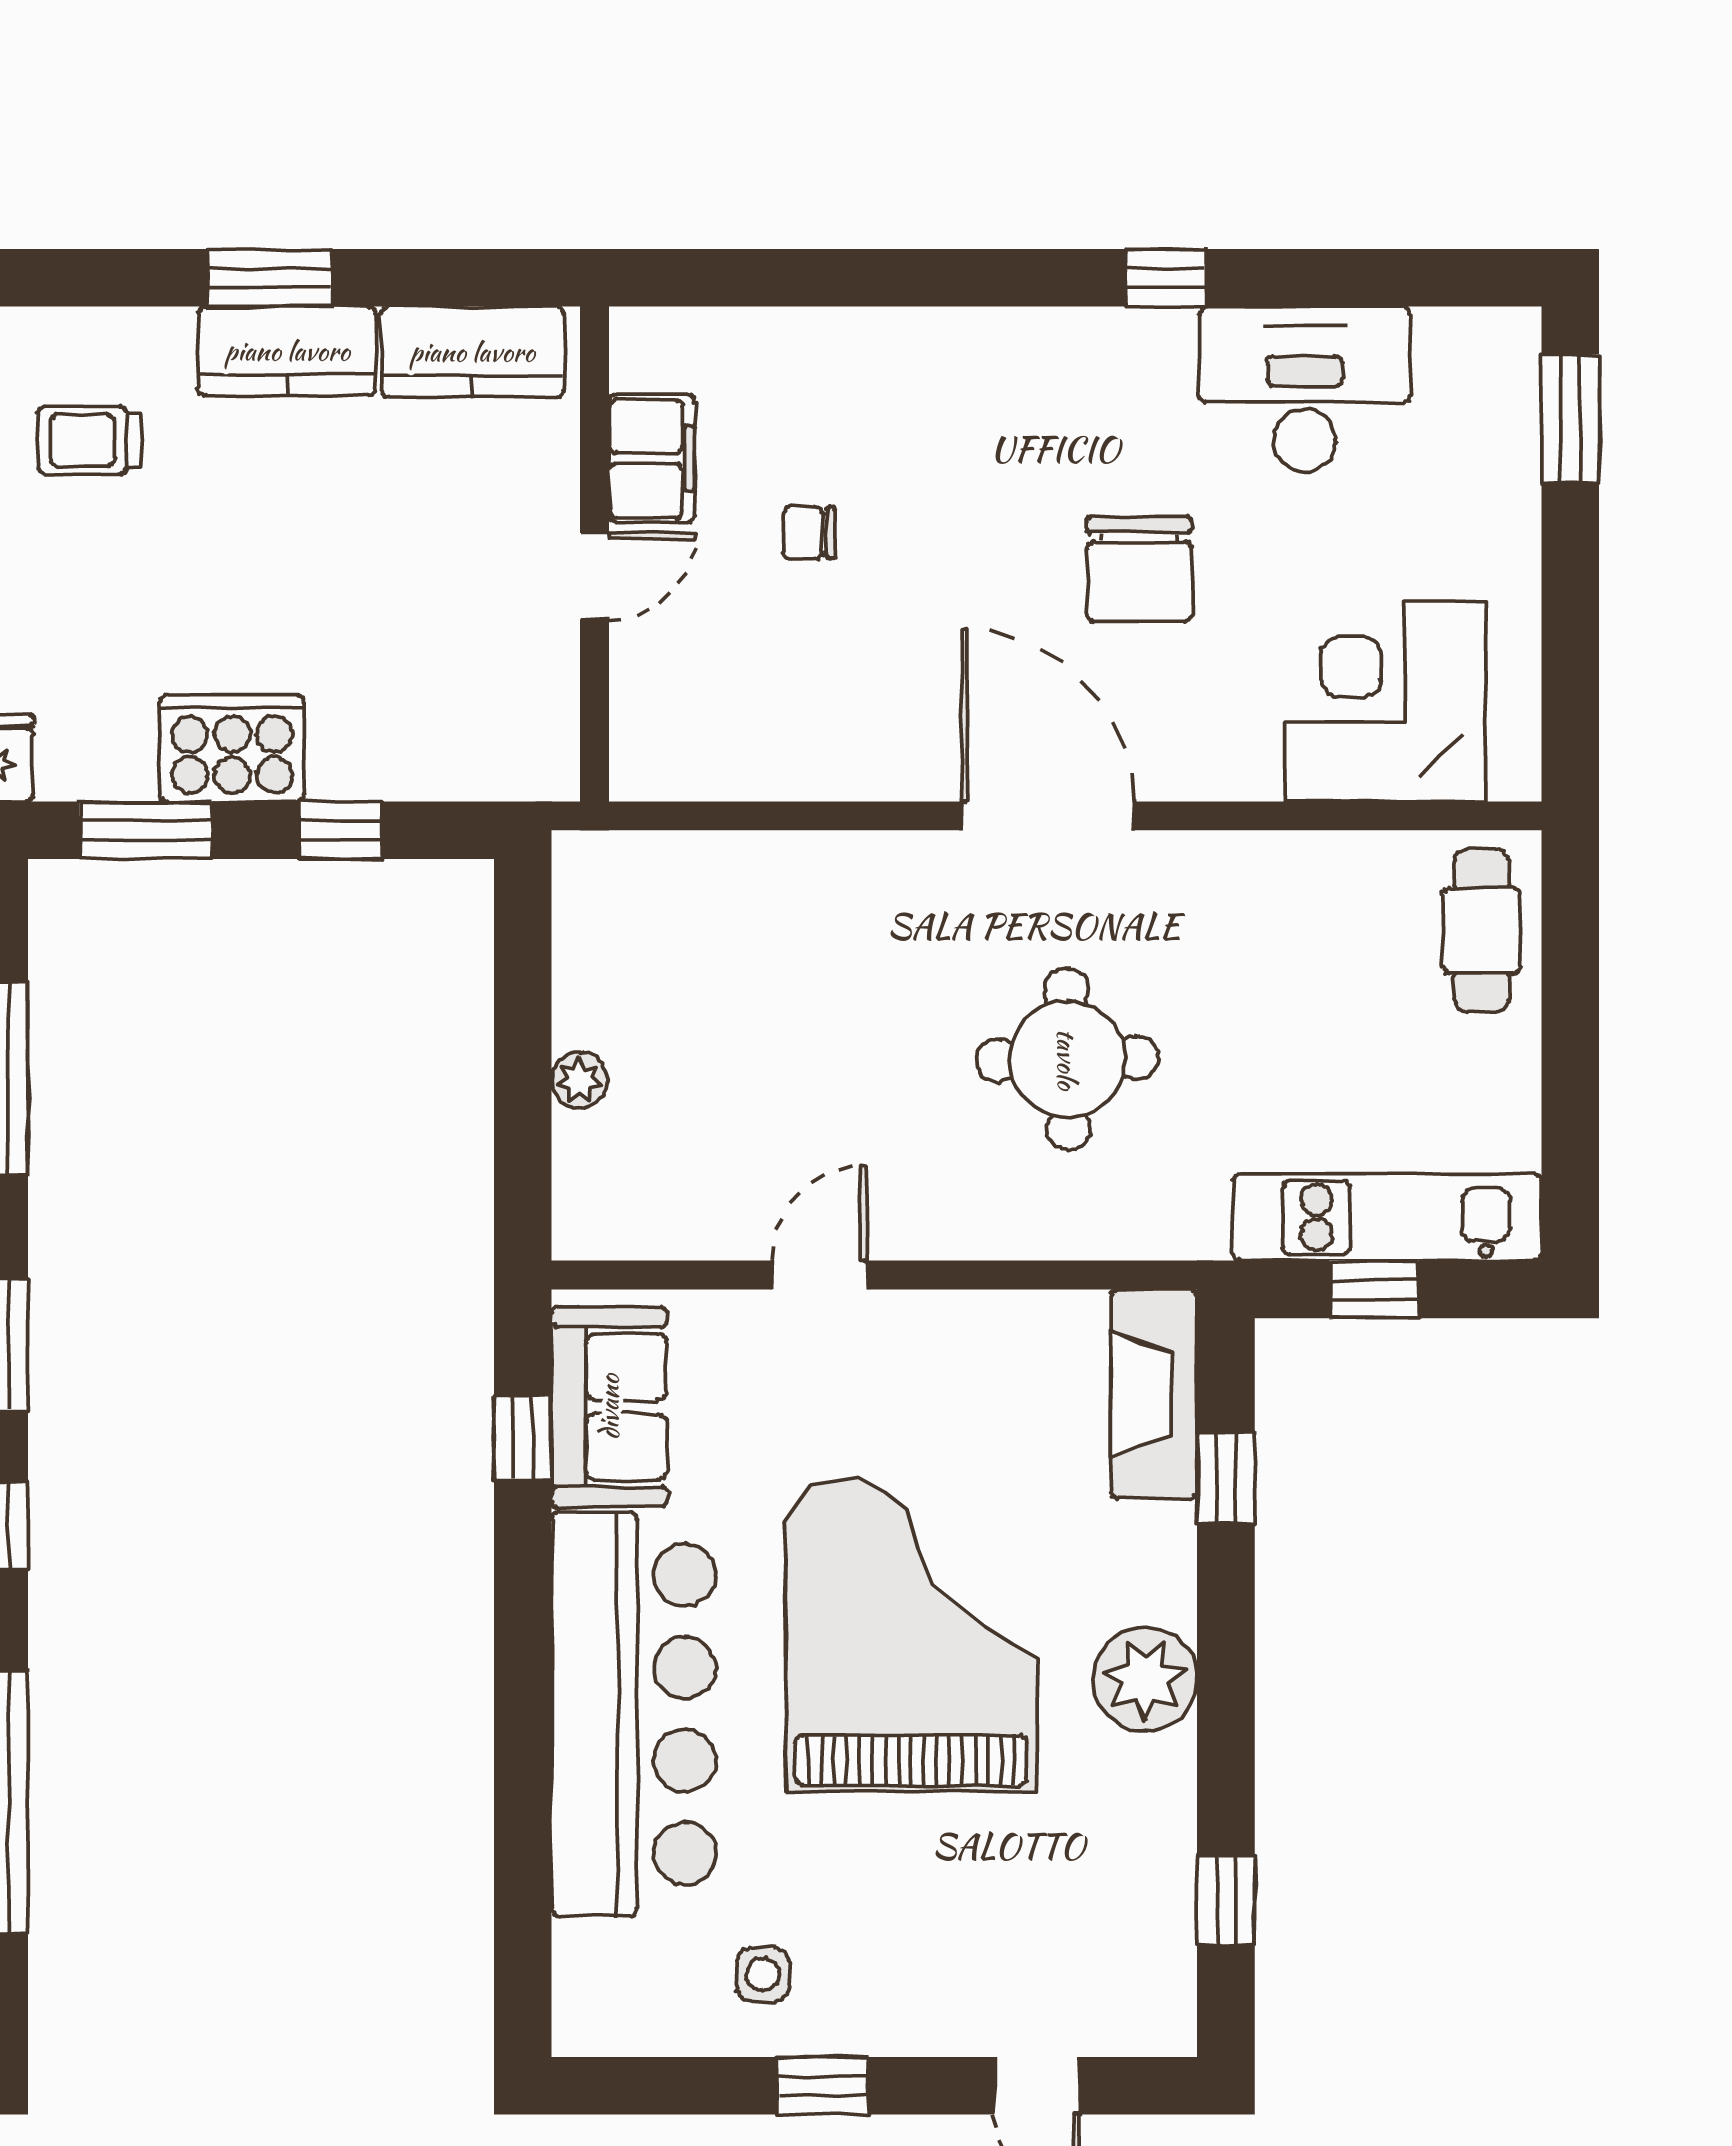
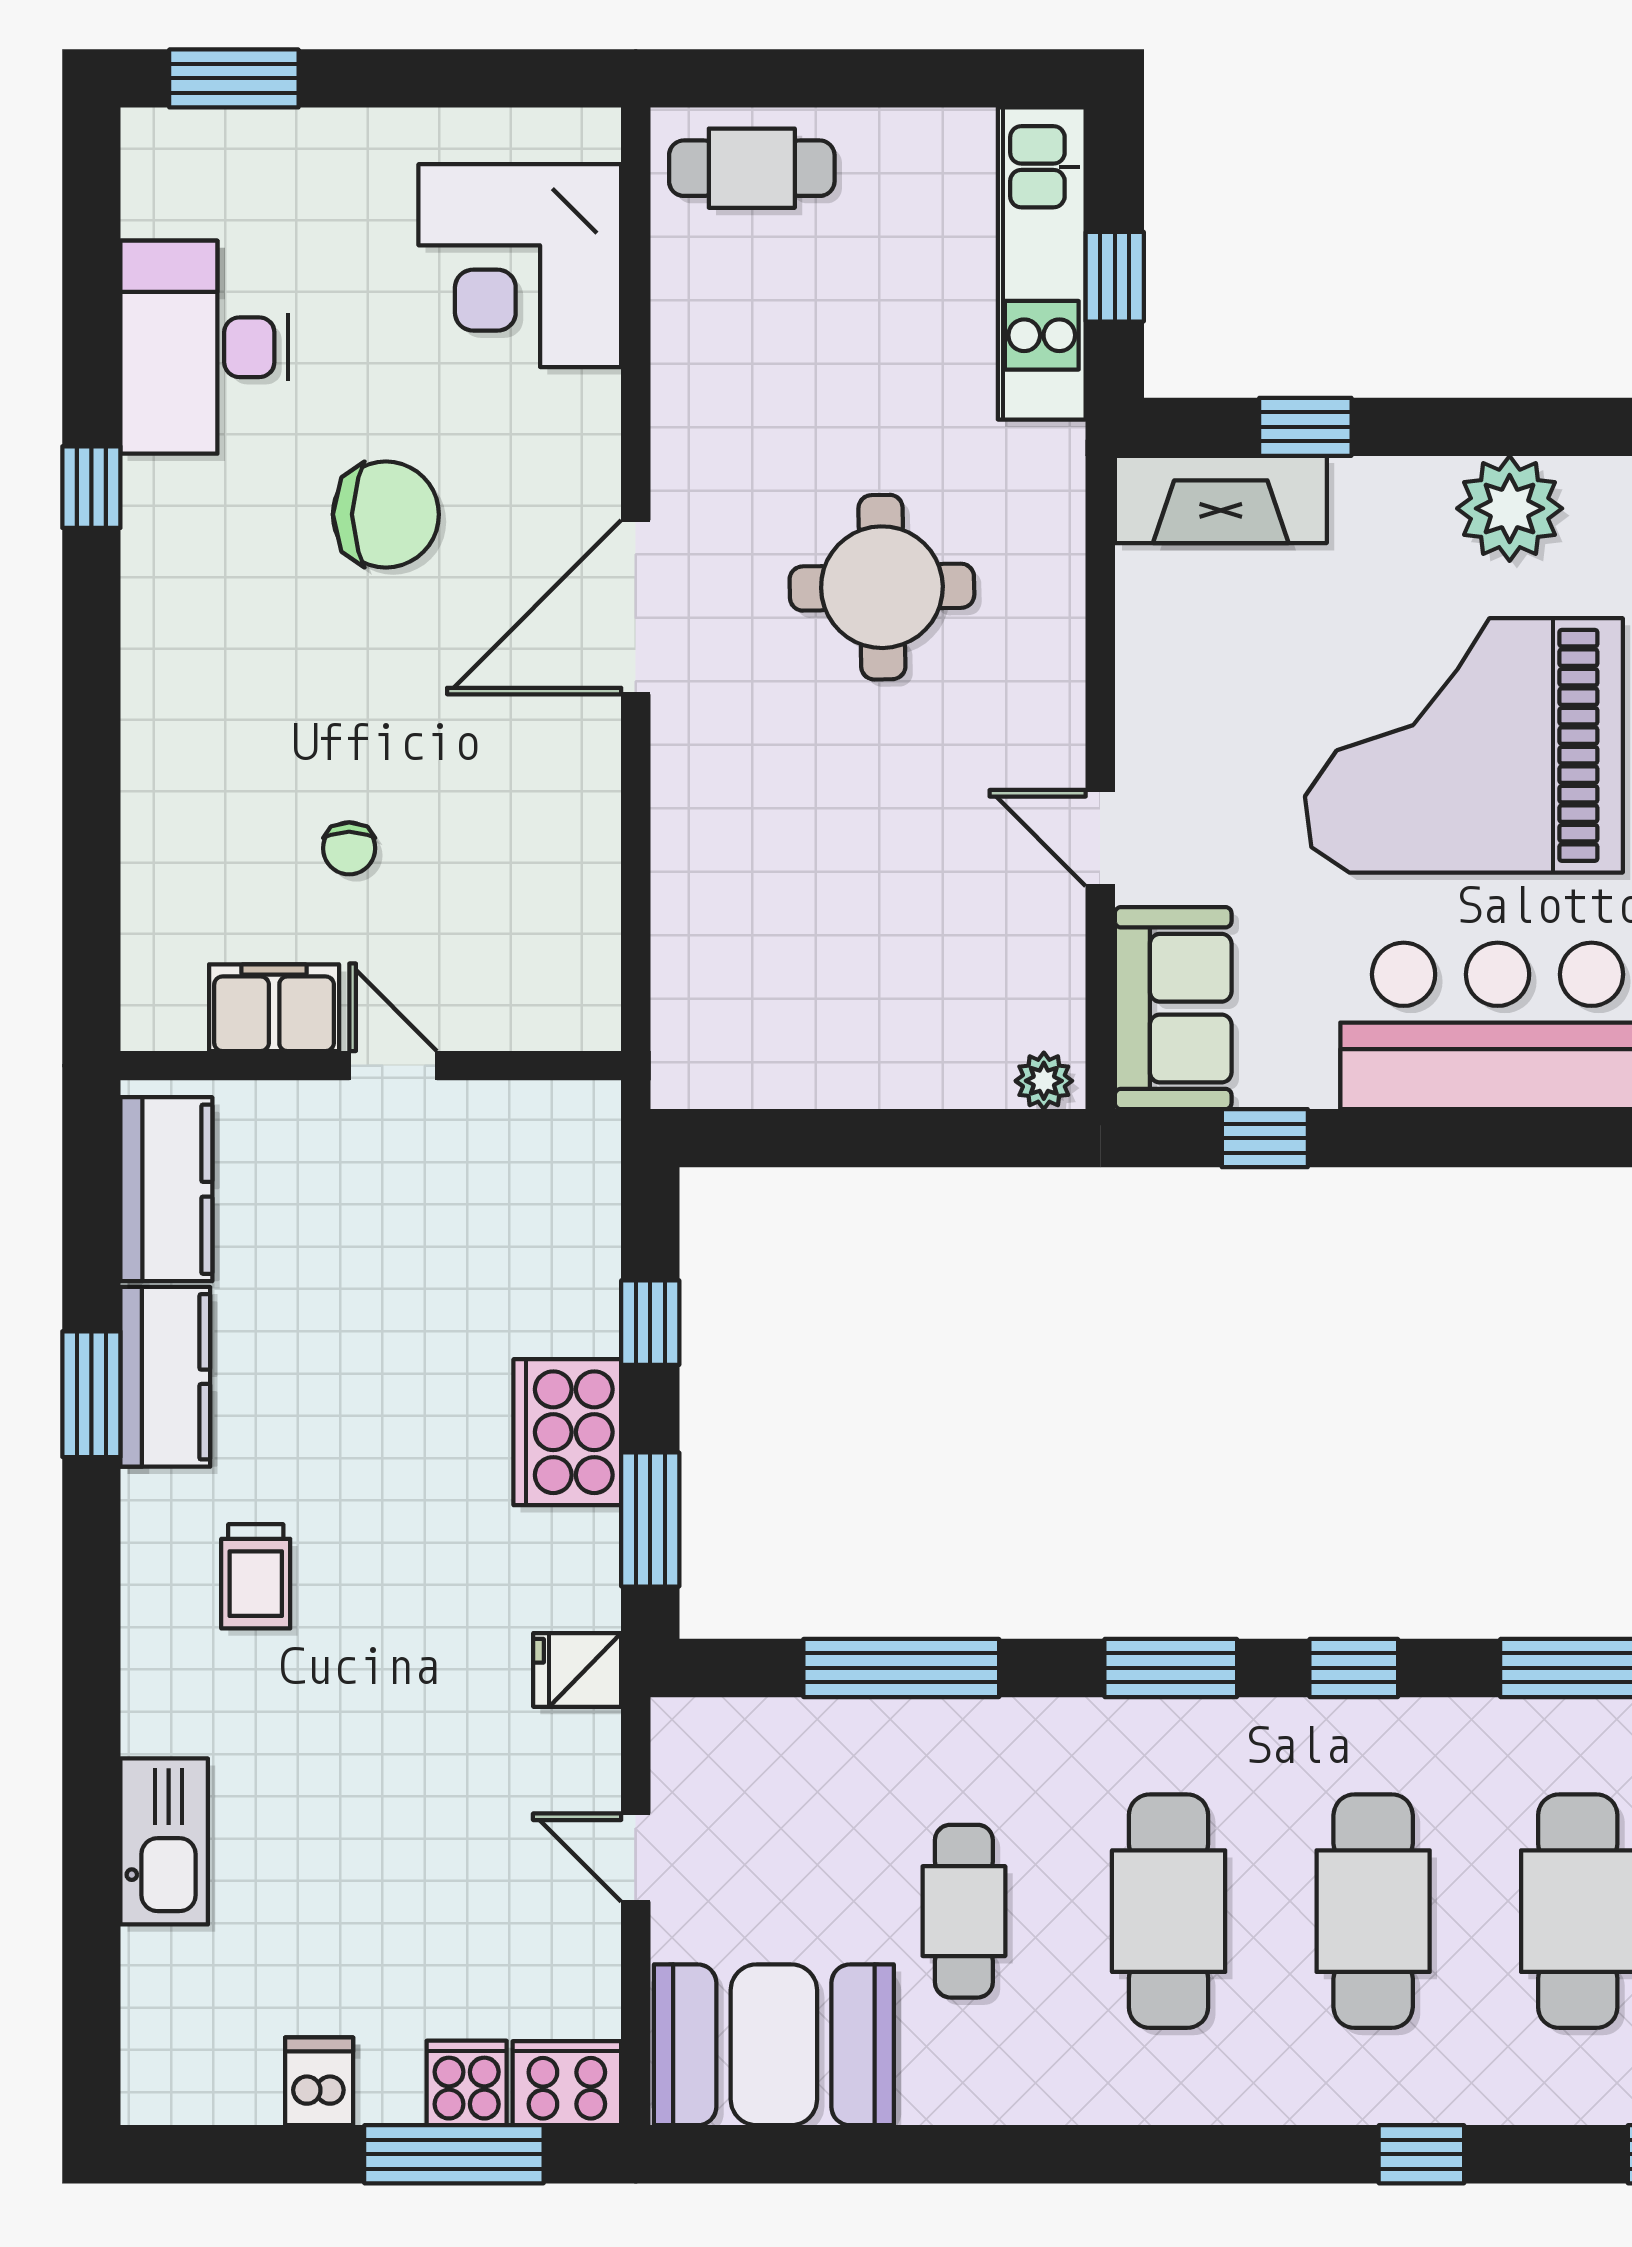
plant: (580, 1080) -> (1044, 1081), moved
sofa: (609, 1407) -> (1173, 1008), moved, turned 90

